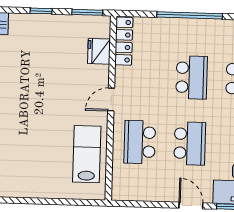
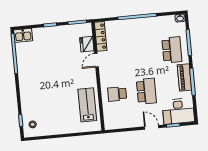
school desk: (192, 77) -> (143, 53), removed
door: (111, 100) -> (96, 60), moved
school desk: (140, 142) -> (117, 94), width x0.54

